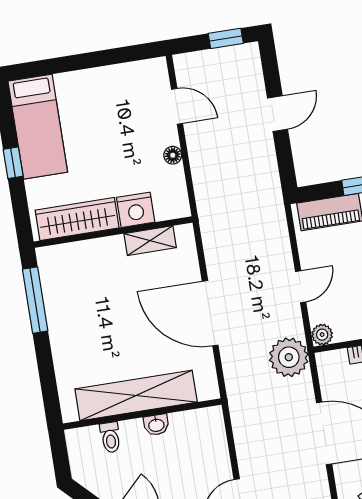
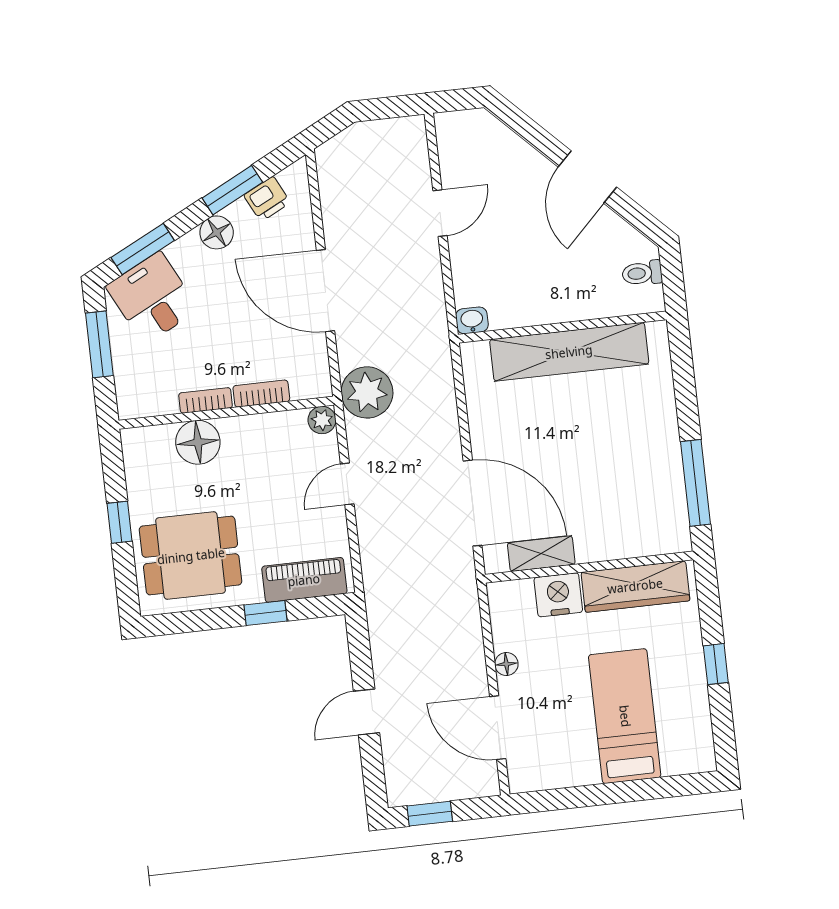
door: (177, 106) -> (498, 728), width x1.38
bed: (38, 127) -> (625, 716), moved
door: (210, 313) -> (473, 503), moved
washbasin: (156, 425) -> (472, 320), moved
toilet: (110, 437) -> (642, 273), moved, turned -90

